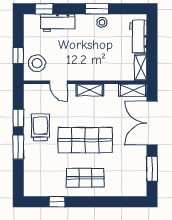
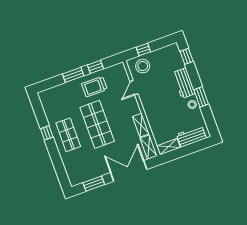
workbench: (58, 23) -> (184, 83), moved
shelving: (90, 90) -> (141, 125), moved
trolley: (40, 127) -> (94, 87), turned 180
window: (57, 202) -> (47, 133), moved

